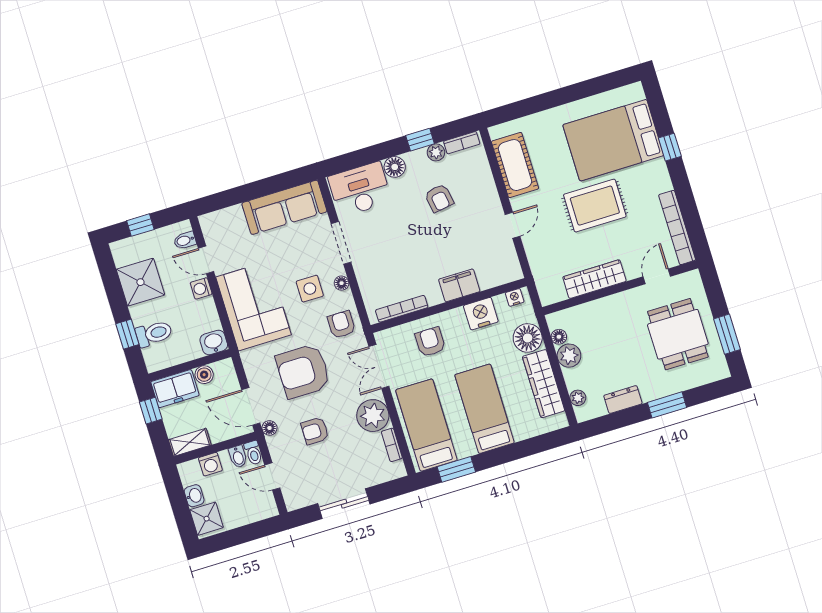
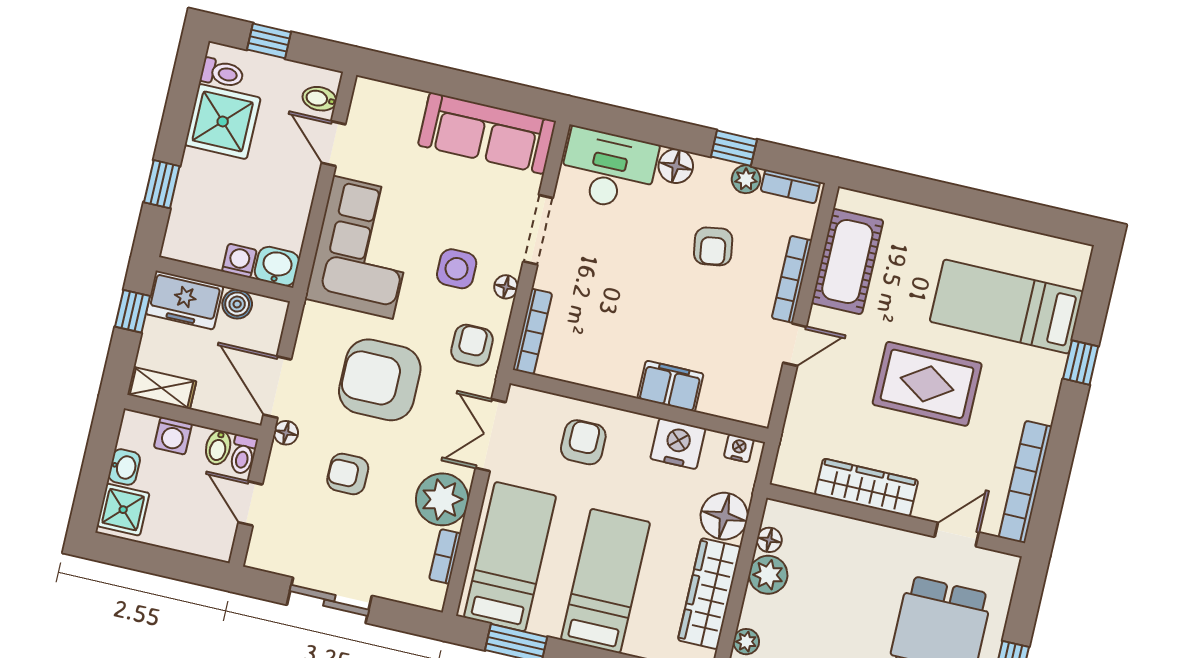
bed: (613, 140) -> (1006, 307), width x0.67
bookcase: (491, 191) -> (792, 279), added
washing machine: (201, 288) -> (239, 261), moved, turned 90
bookcase: (402, 309) -> (532, 332), moved, turned 90
toilet: (154, 334) -> (222, 73), moved, width x0.73, depth x0.72

